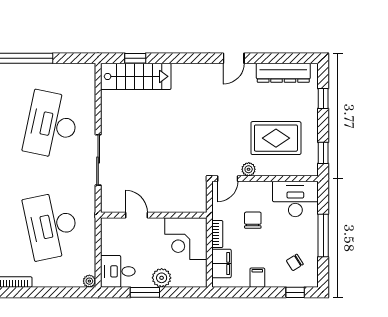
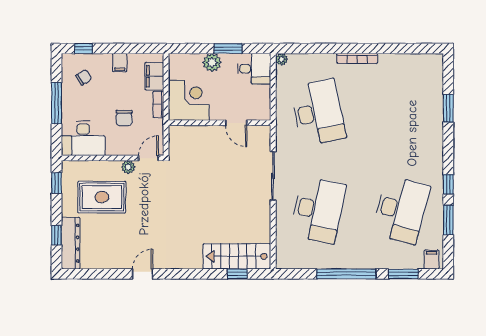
dresser: (283, 73) -> (70, 243), moved, turned 90

